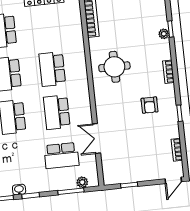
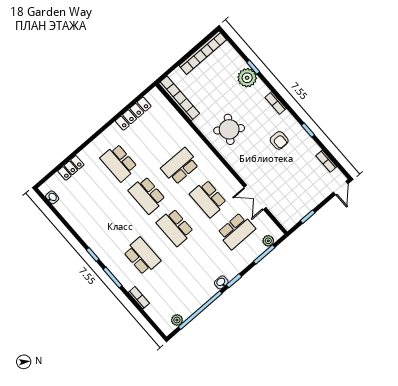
plant: (164, 34) -> (247, 78), width x1.88, depth x1.88
round table: (114, 67) -> (229, 129), turned 35
school desk: (52, 69) -> (180, 166), turned 90

